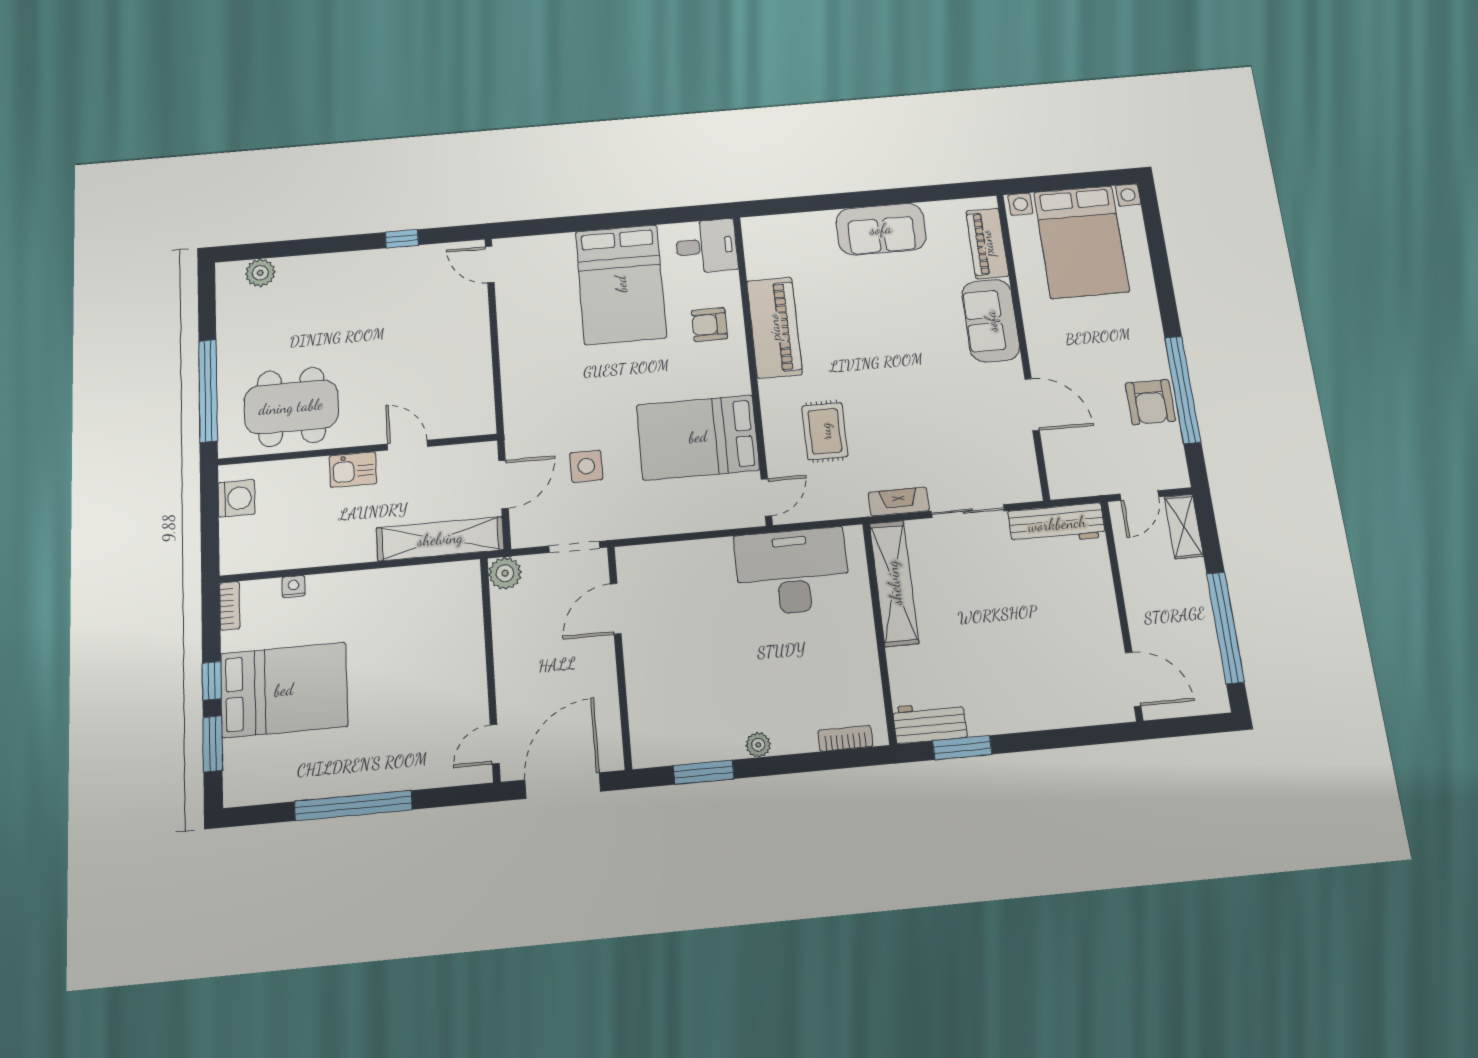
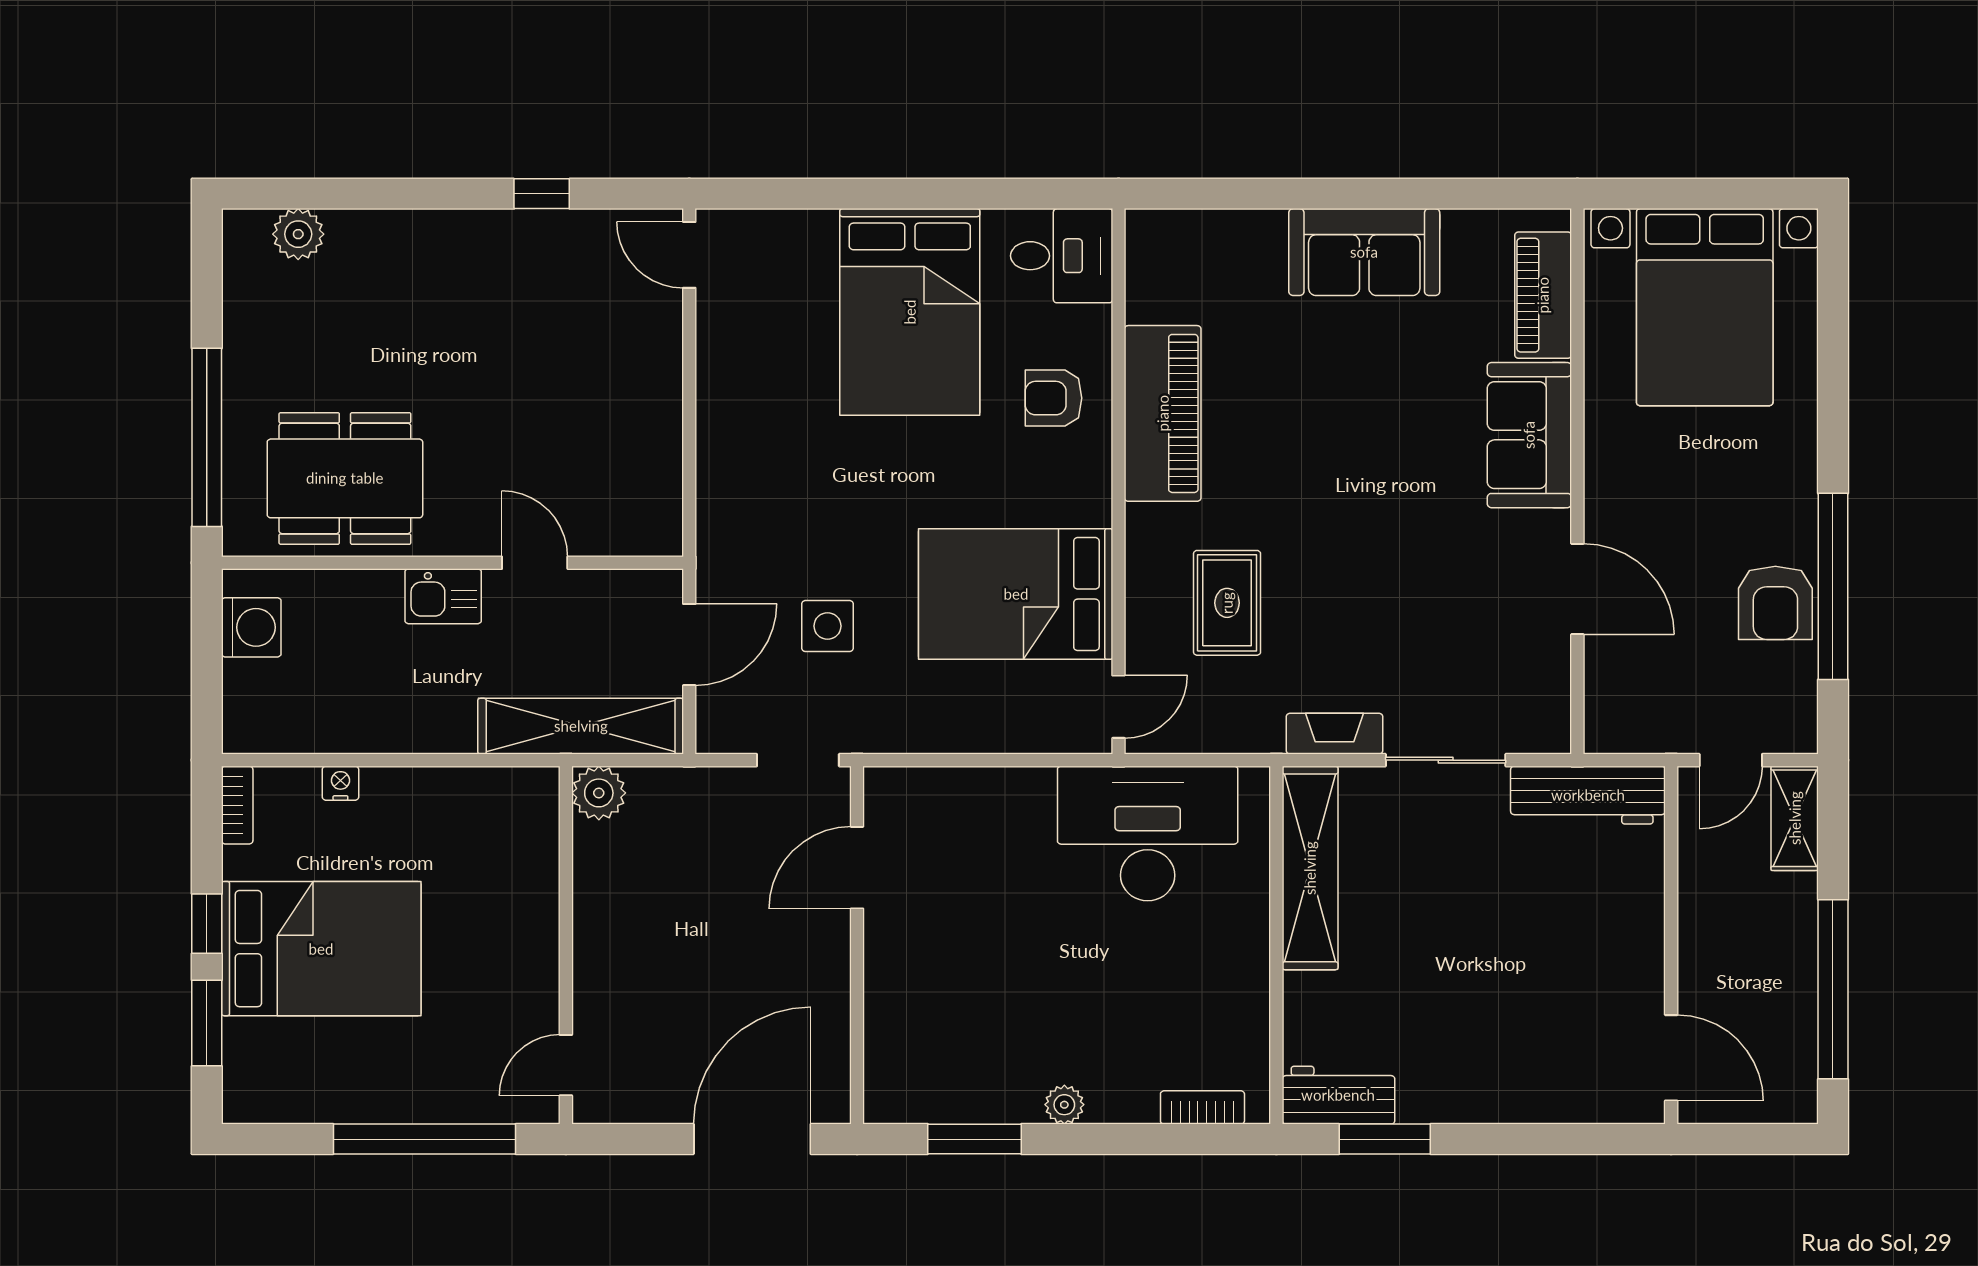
plant: (505, 573) -> (599, 793), moved
wall: (490, 668) -> (566, 945), moved
door: (495, 744) -> (566, 1065), moved

